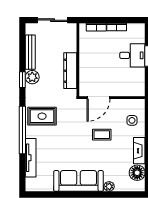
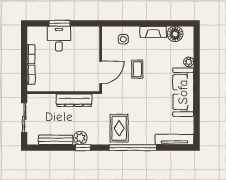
door: (98, 98) -> (101, 72), hinge flipped
tv unit: (31, 158) -> (174, 139), moved

